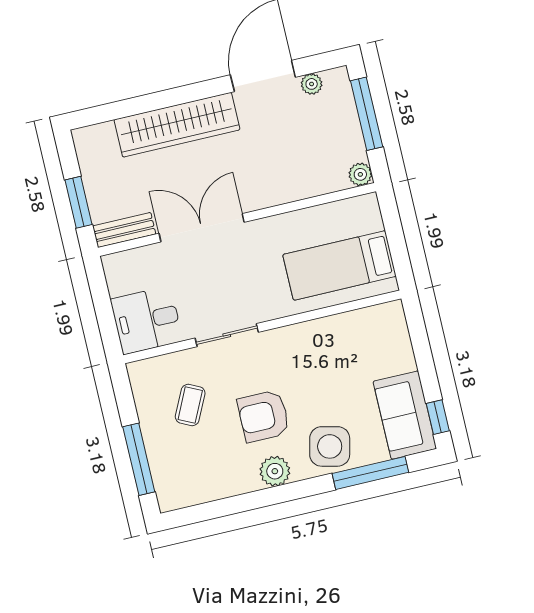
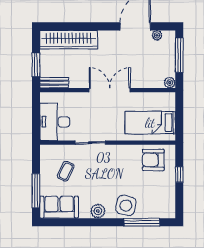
wardrobe: (177, 125) -> (69, 40), moved
double door: (202, 228) -> (110, 90), moved
desk: (147, 320) -> (55, 122), width x1.37
sofa: (405, 415) -> (59, 207), moved, turned 90
armchair: (264, 416) -> (153, 160), moved
window: (438, 417) -> (179, 175), moved

